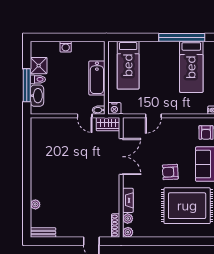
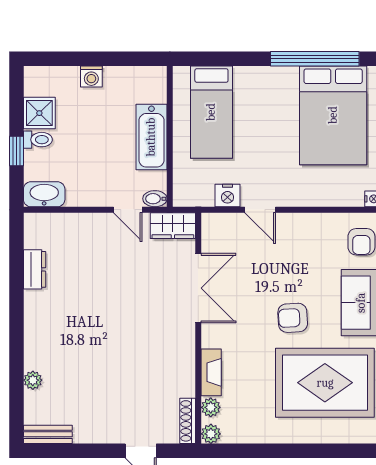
bed: (191, 67) -> (333, 115), width x1.50
window: (27, 85) -> (16, 151), width x0.46
washbasin: (37, 96) -> (44, 194), moved, turned -90
nightstand: (114, 108) -> (227, 195), moved
door: (153, 116) -> (260, 210), hinge flipped
dresser: (36, 147) -> (35, 269), added

